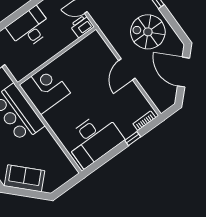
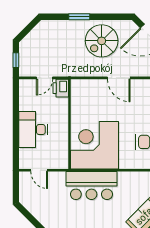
corner desk: (45, 89) -> (95, 145), width x1.36, depth x1.36

